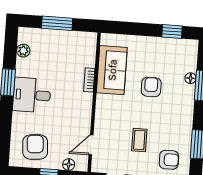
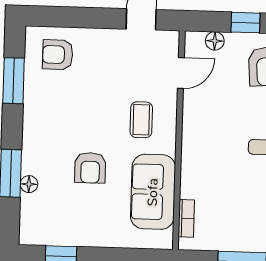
bookcase: (89, 80) -> (186, 218), moved
coffee table: (139, 140) -> (141, 120), moved

